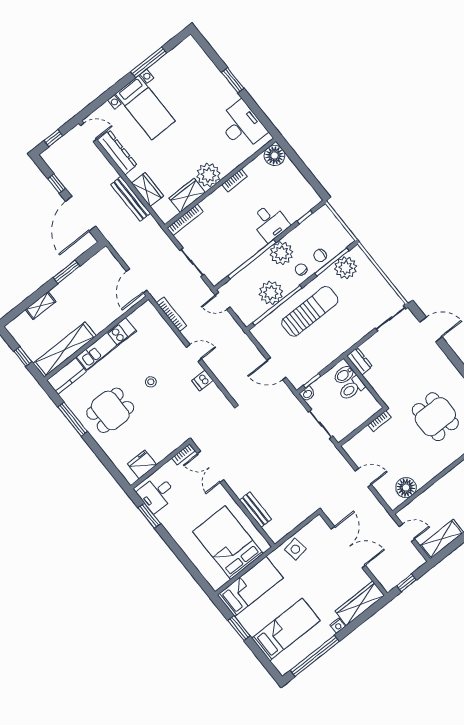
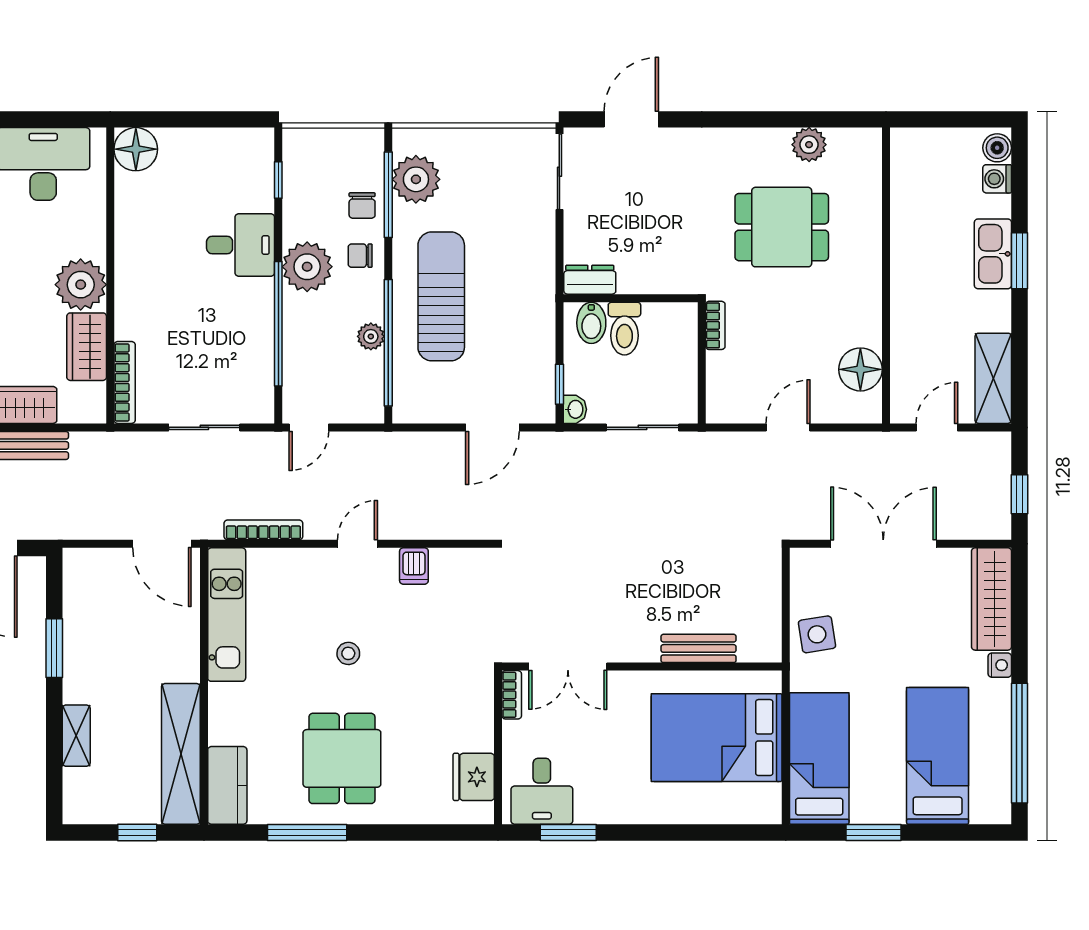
bookcase: (235, 180) -> (125, 248), removed
plant: (271, 293) -> (371, 336), width x0.53, depth x0.53
kitchen unit: (106, 344) -> (227, 615), moved

